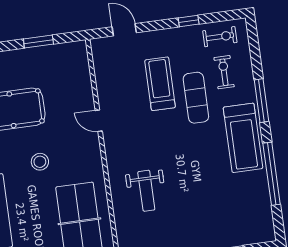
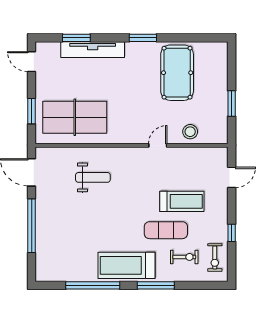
stool: (40, 162) -> (190, 132), moved
weight bench: (146, 191) -> (93, 177), turned 180

